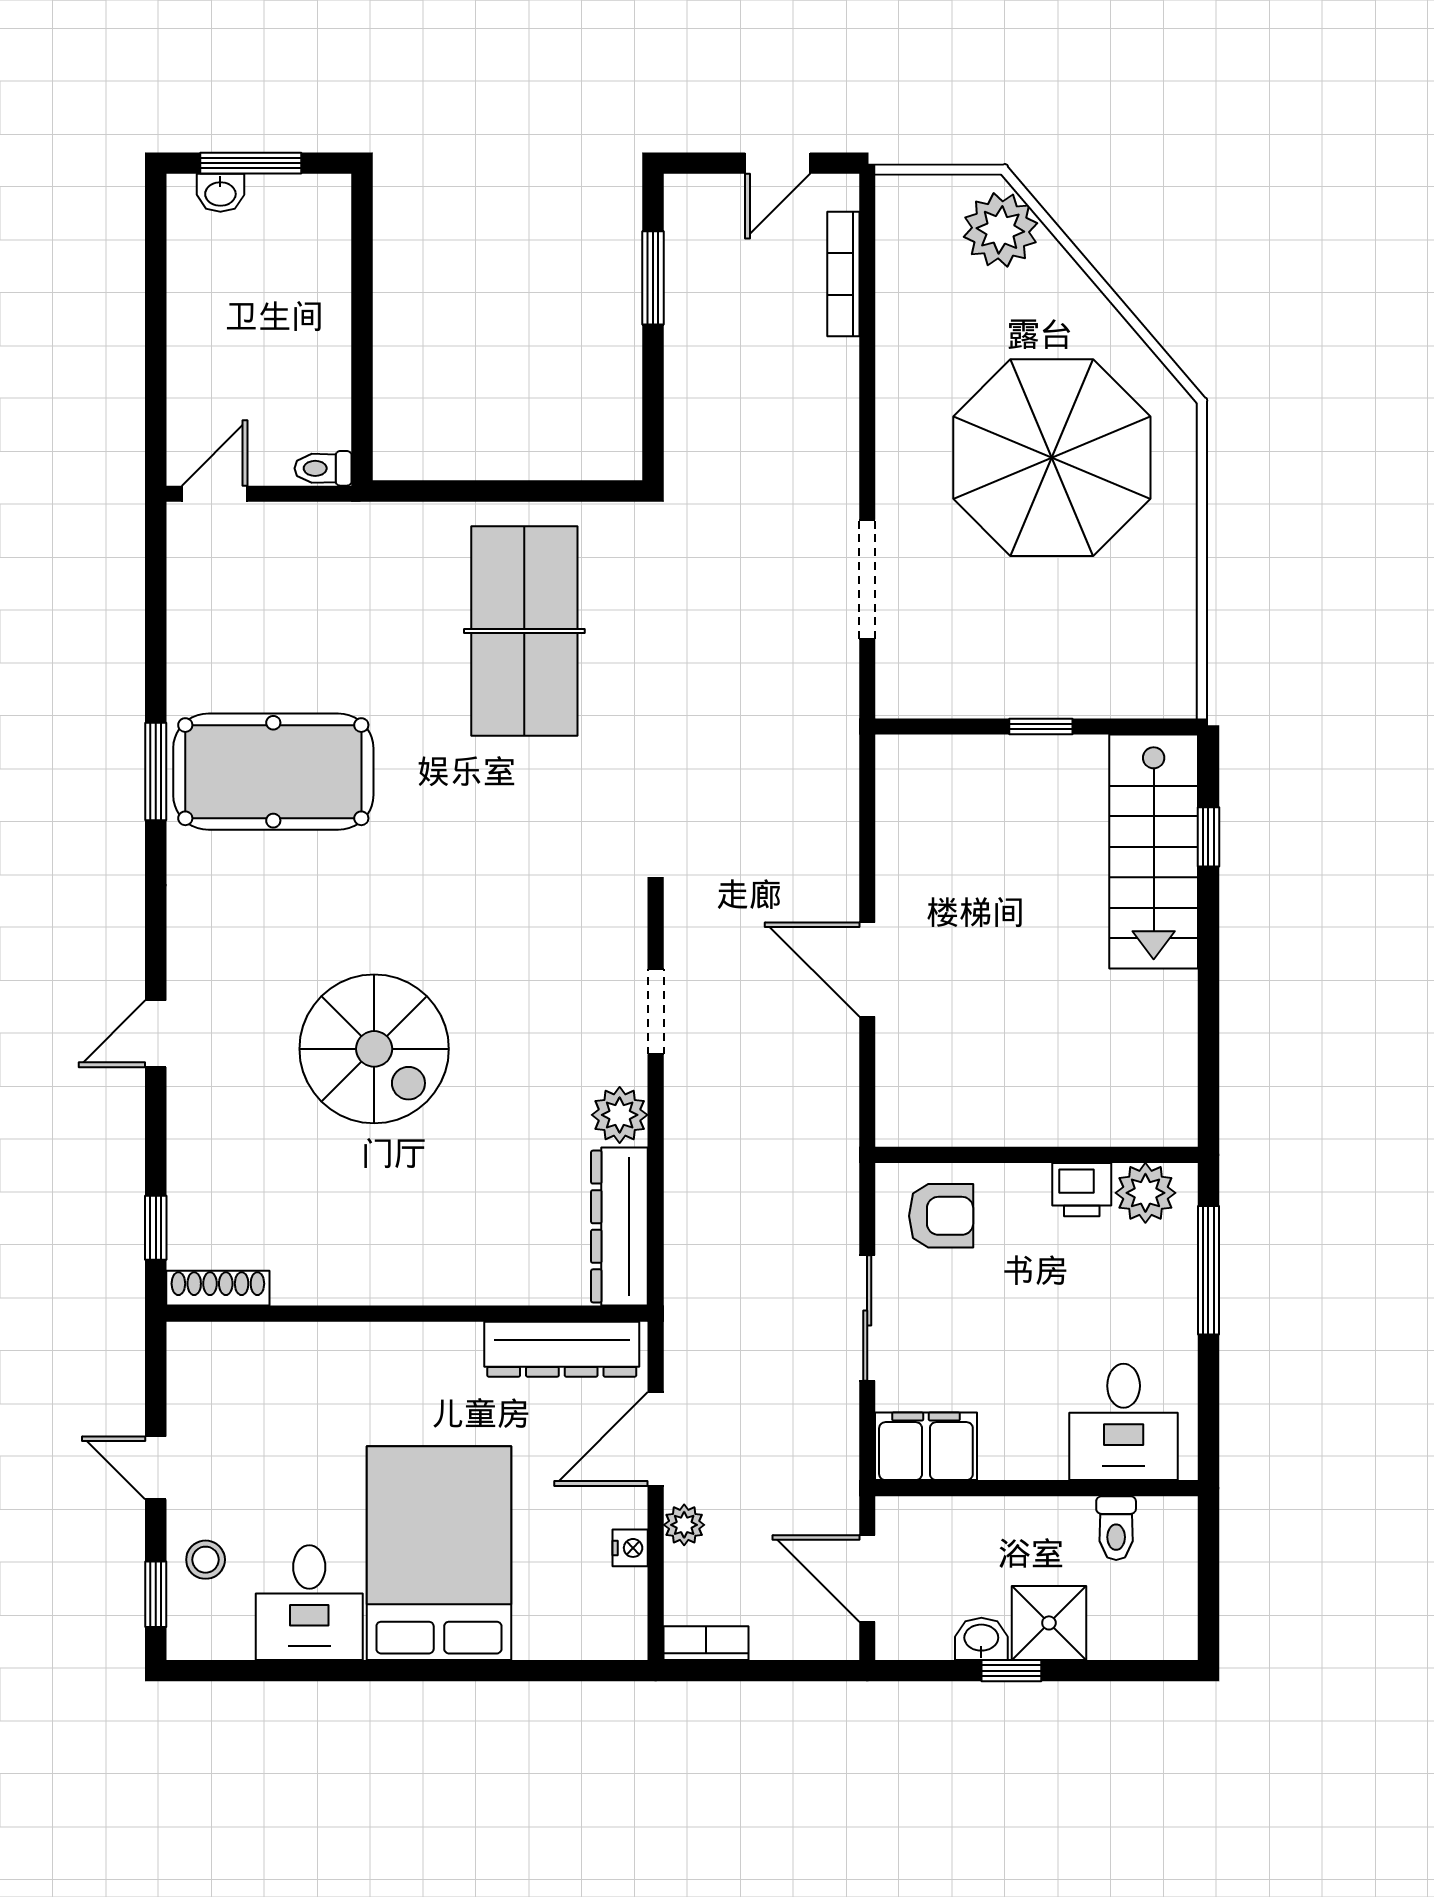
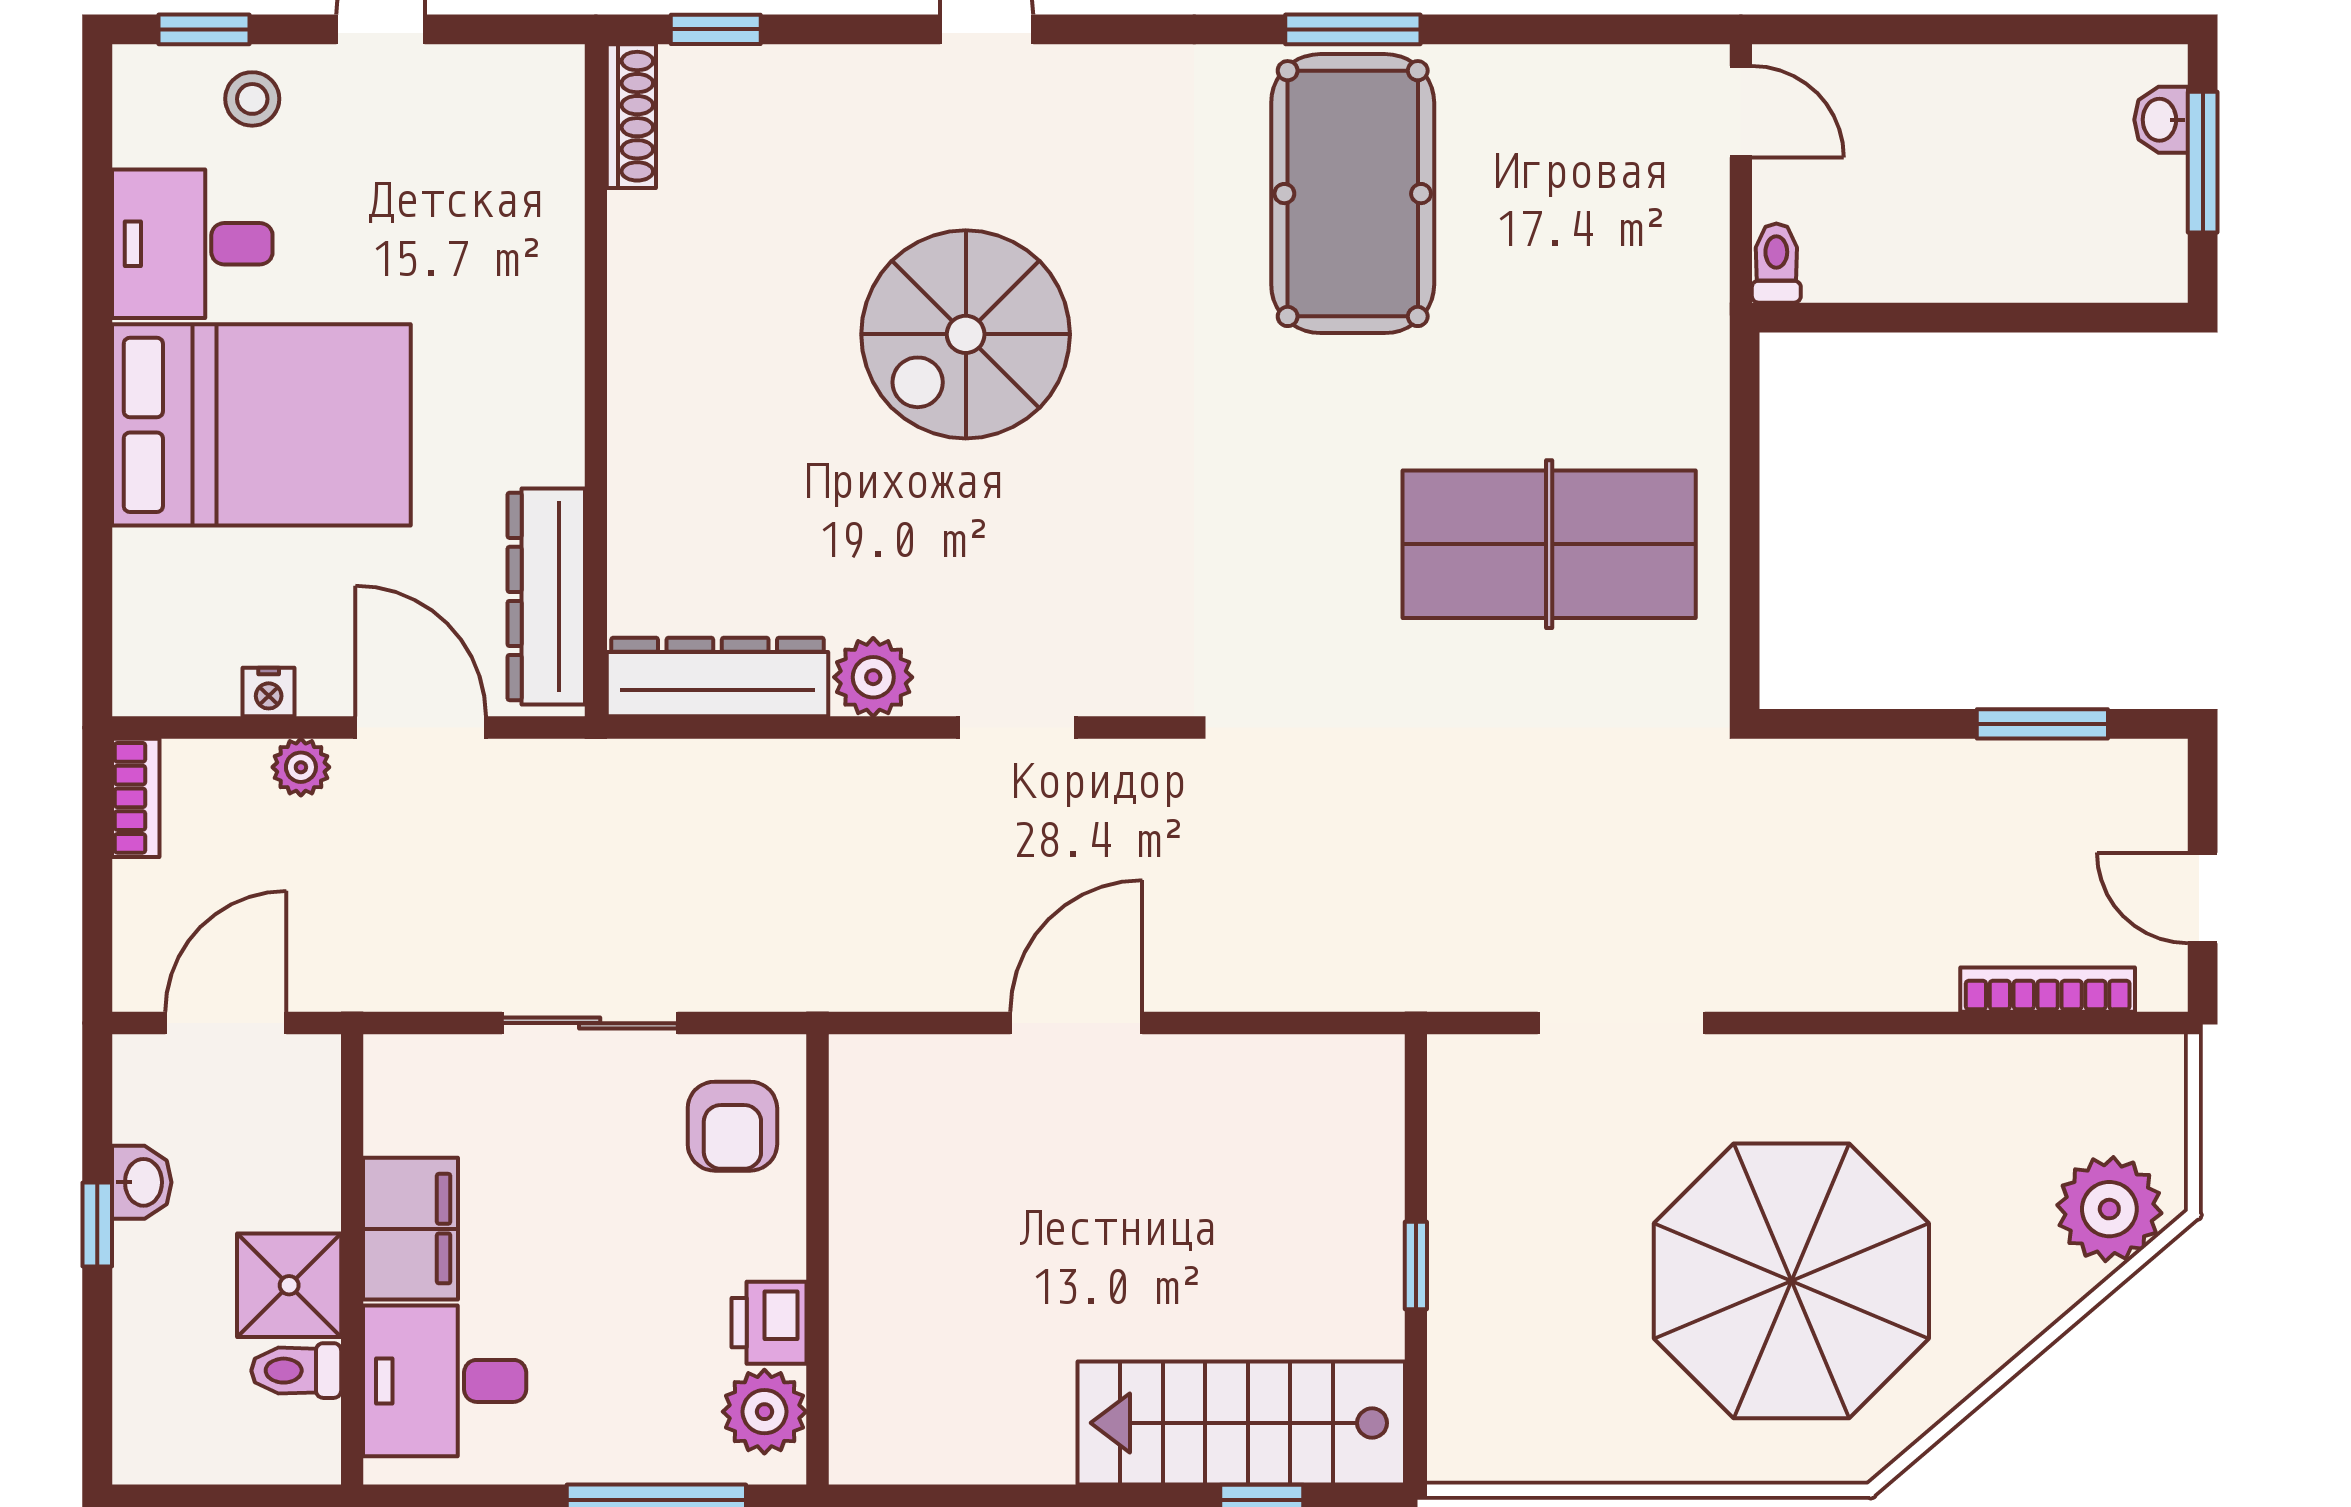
filing cabinet: (926, 1446) -> (410, 1229), moved
shower: (1049, 1623) -> (289, 1285), moved

